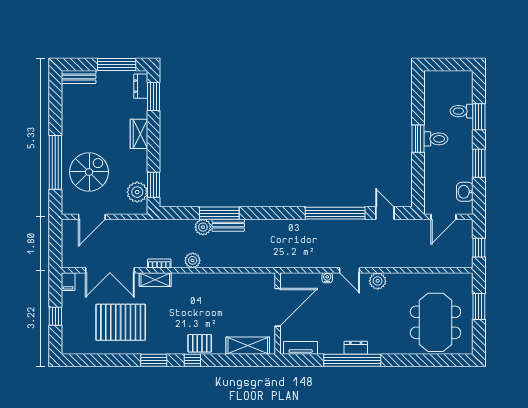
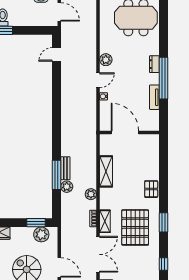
window: (335, 213) -> (57, 91), removed
pallet: (121, 322) -> (135, 227), moved
shelving: (248, 346) -> (106, 171), moved
tv unit: (301, 348) -> (154, 97), moved
dresser: (356, 348) -> (154, 64), moved
window: (192, 360) -> (163, 264), moved

